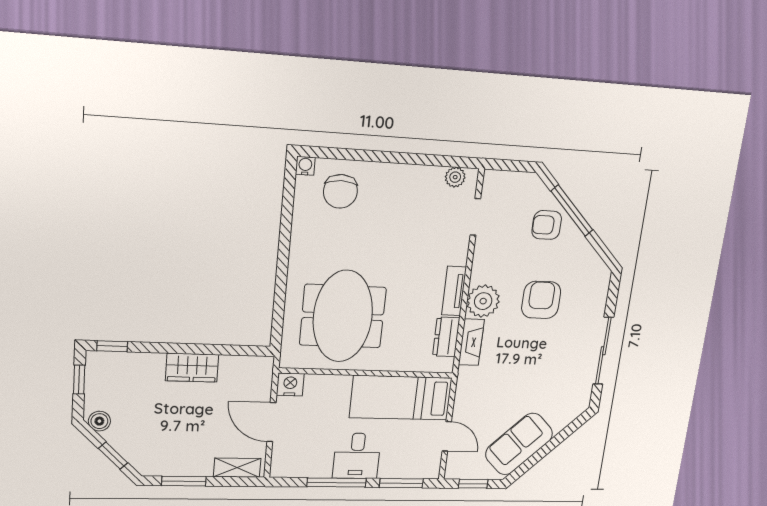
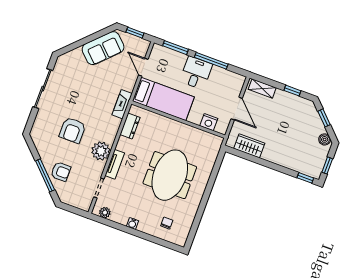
water cooler: (305, 166) -> (132, 224), moved
chair: (340, 191) -> (167, 223), width x0.54, depth x0.54
tv unit: (454, 291) -> (115, 164), moved
plant: (483, 301) -> (101, 151), moved
meeting table: (343, 316) -> (170, 175), moved
fireplace: (471, 342) -> (122, 104), moved
wardrobe: (192, 368) -> (249, 146), moved
nightstand: (290, 385) -> (209, 122), moved
window: (184, 481) -> (292, 91), width x0.67

